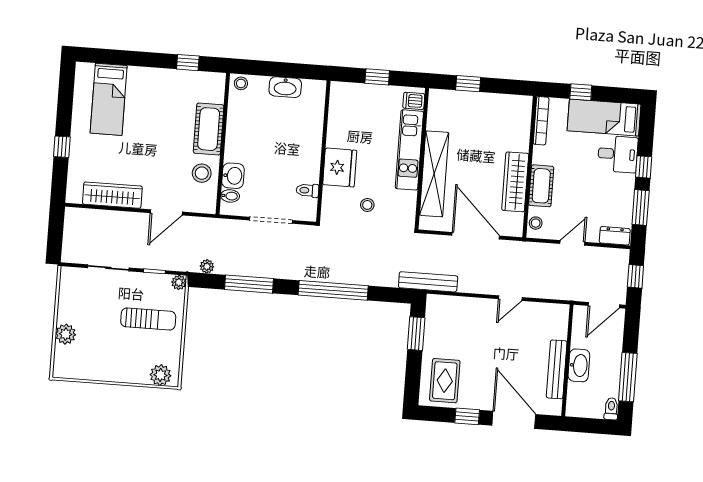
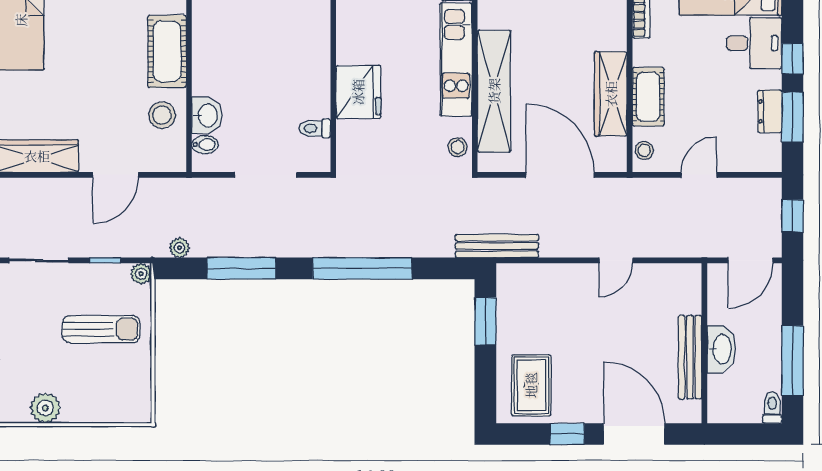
stool: (367, 205) -> (458, 147), moved
dresser: (615, 236) -> (770, 111), moved, turned -90
plant: (160, 375) -> (45, 408), moved

